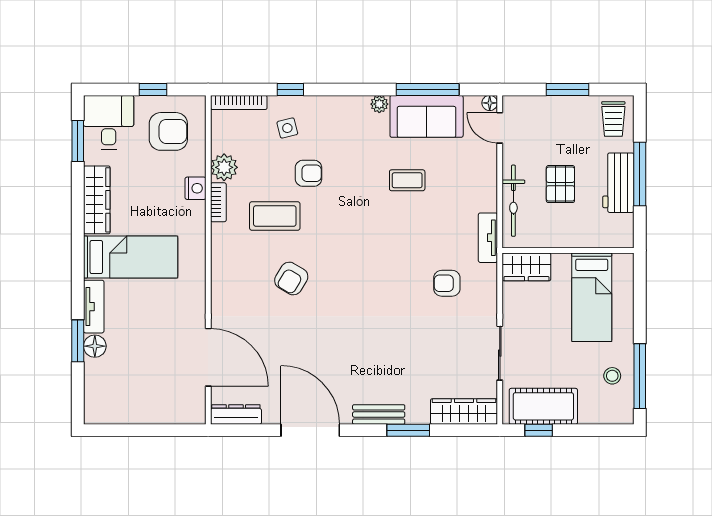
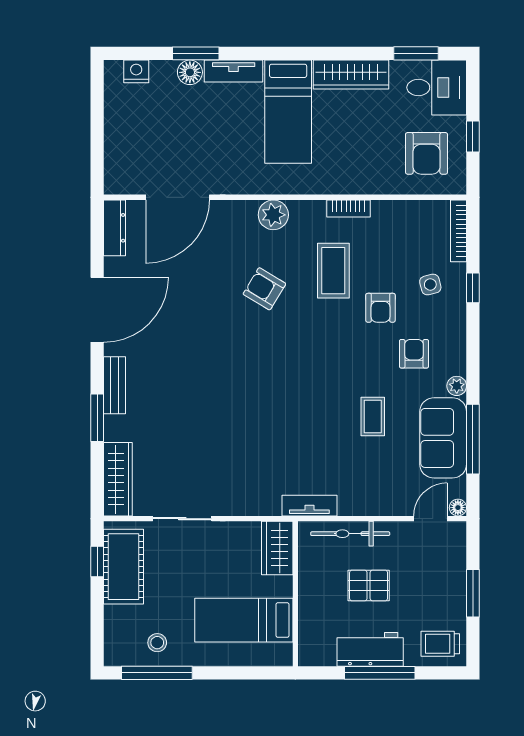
plant: (224, 167) -> (273, 215), moved
nightstand: (196, 188) -> (136, 71), moved, turned 180
armchair: (447, 283) -> (414, 354), moved

